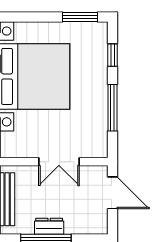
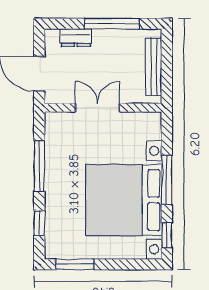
dresser: (49, 226) -> (76, 38), moved

